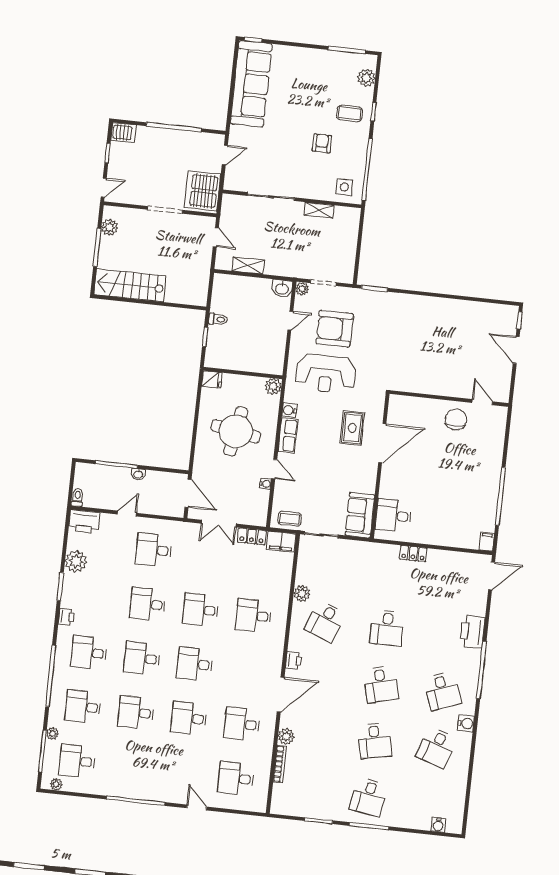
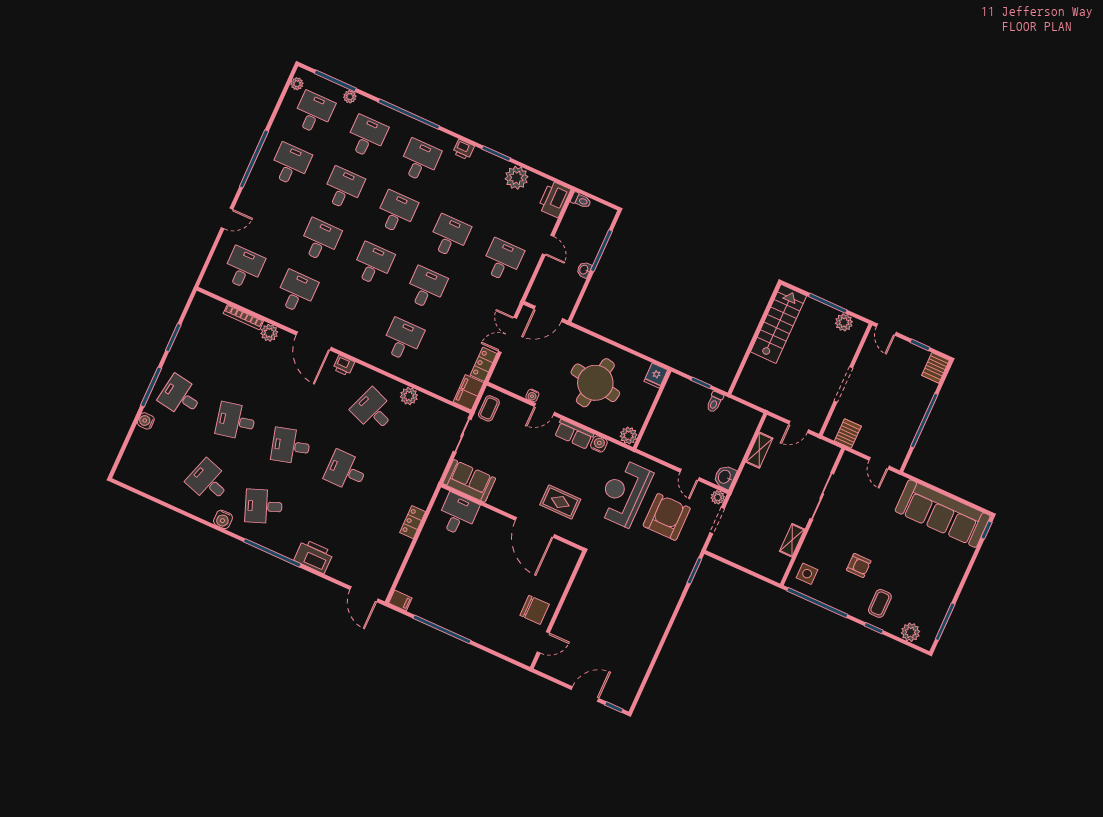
server rack: (202, 191) -> (848, 434), width x0.46, depth x0.70
desk: (130, 767) -> (290, 164), added
water cooler: (438, 825) -> (146, 421), moved

